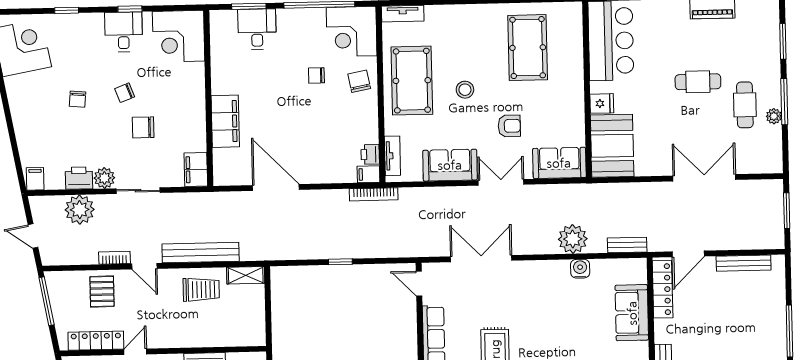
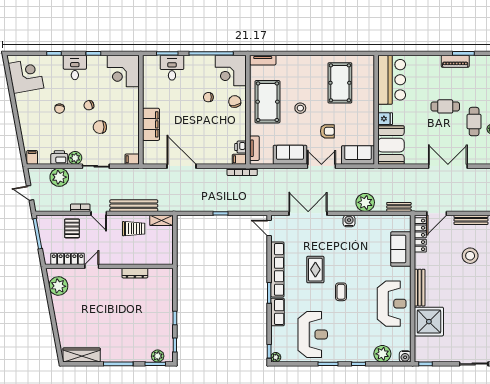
desk: (124, 32) -> (75, 67), moved
filing cabinet: (196, 170) -> (132, 159), width x0.50
water cooler: (580, 269) -> (349, 221), moved
stool: (743, 321) -> (470, 256), added

